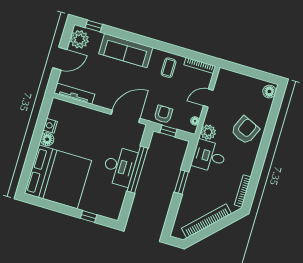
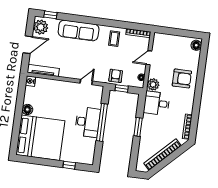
door: (126, 116) -> (86, 82), width x0.53
nightstand: (50, 126) -> (30, 81), moved
armchair: (245, 130) -> (182, 78), turned 66

